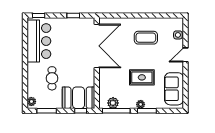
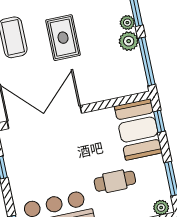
rug: (142, 77) -> (63, 38), moved
plant: (113, 103) -> (129, 41), moved

